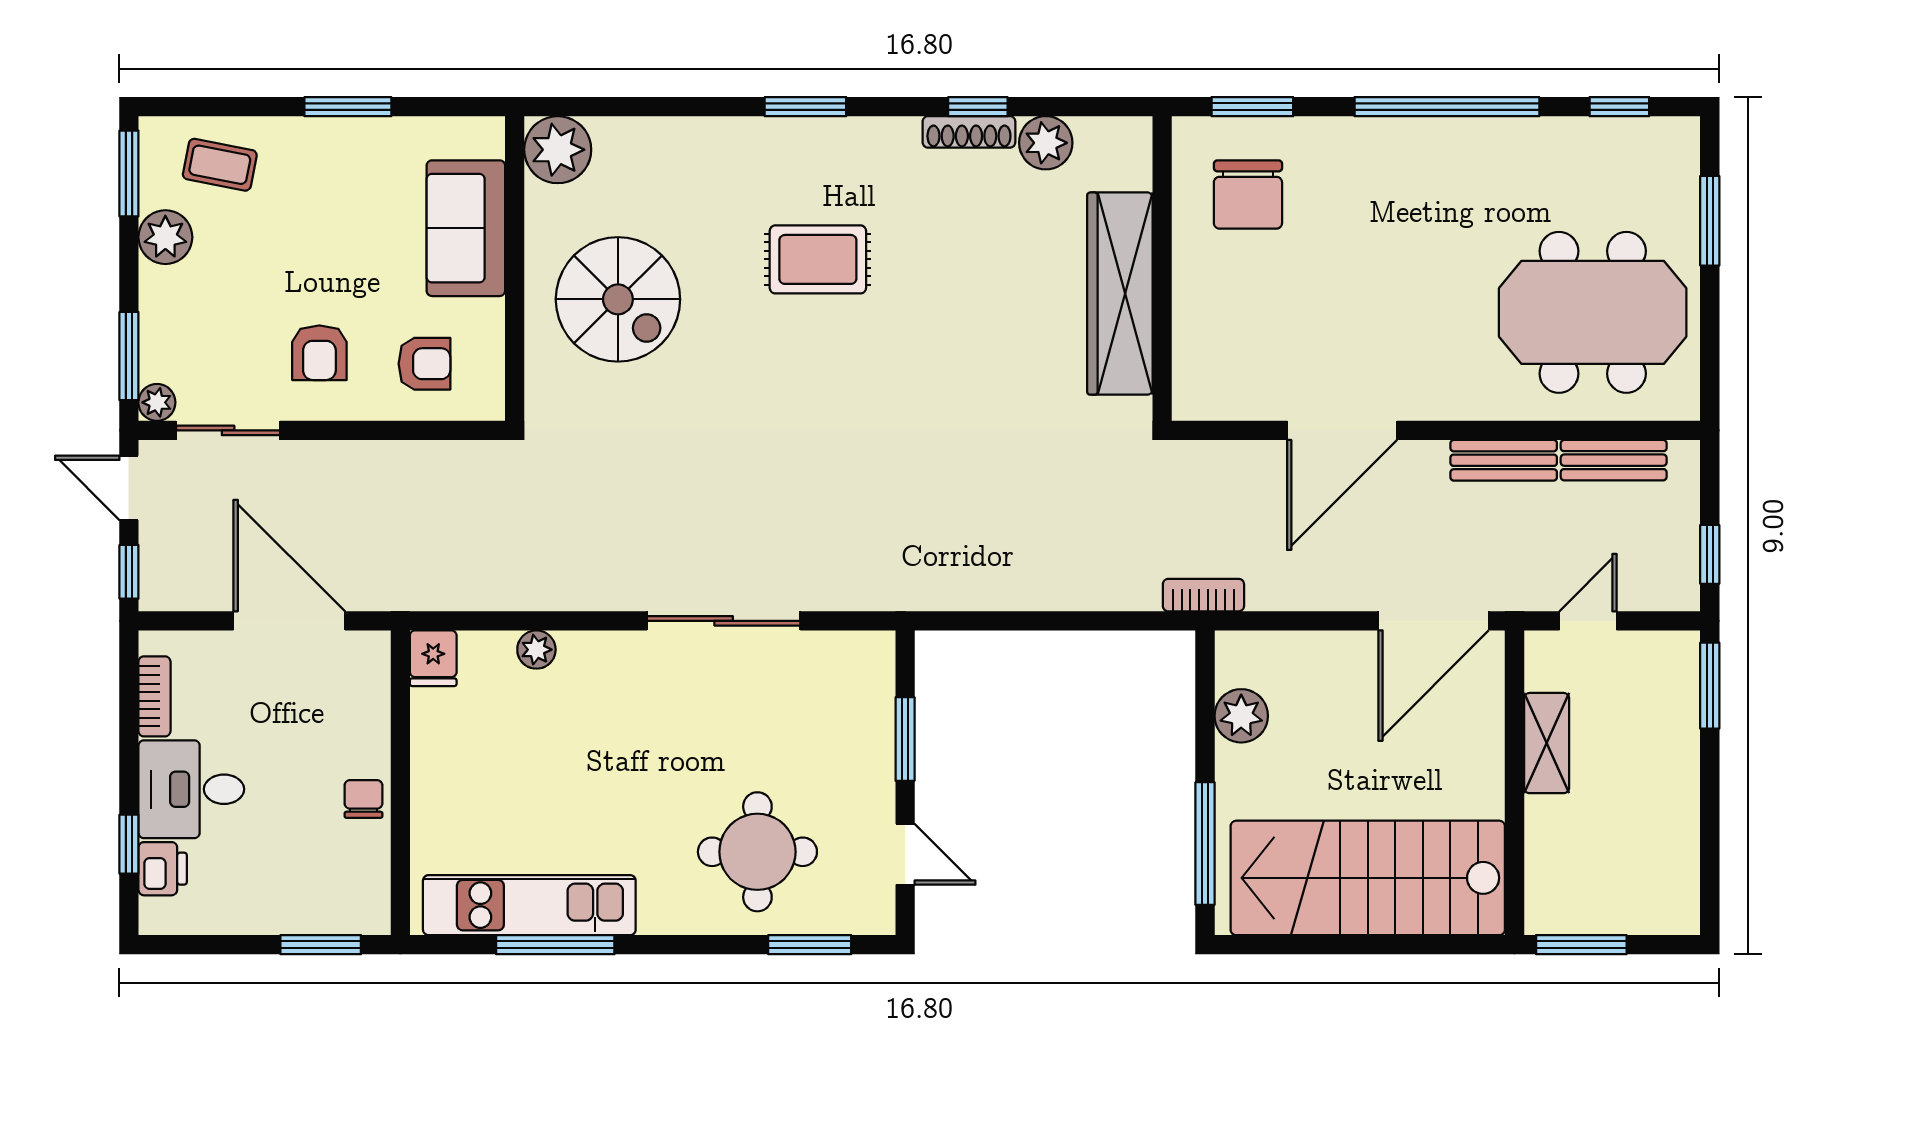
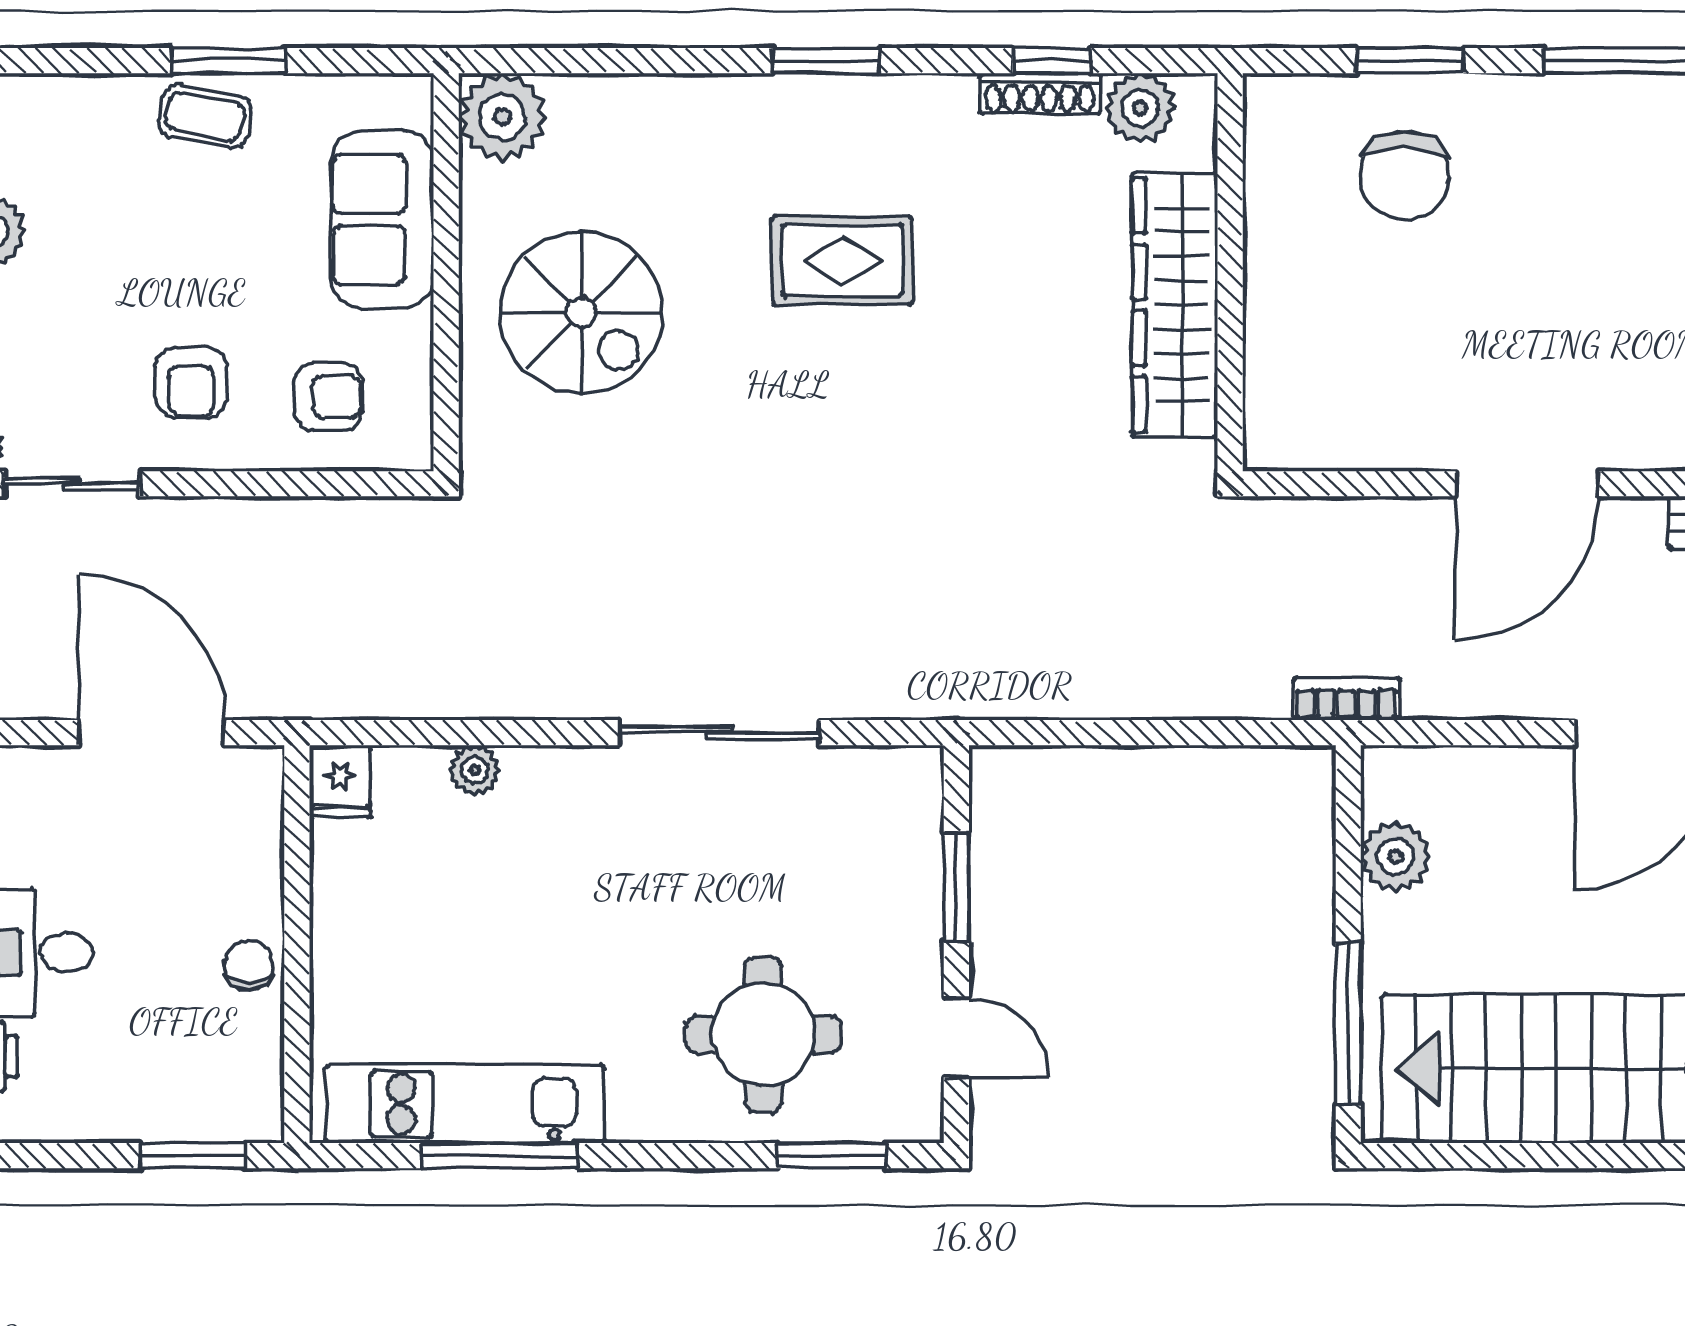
coffee table: (220, 165) -> (205, 116), moved
wall: (1162, 268) -> (1230, 272), moved
wardrobe: (1120, 294) -> (1175, 305), moved

